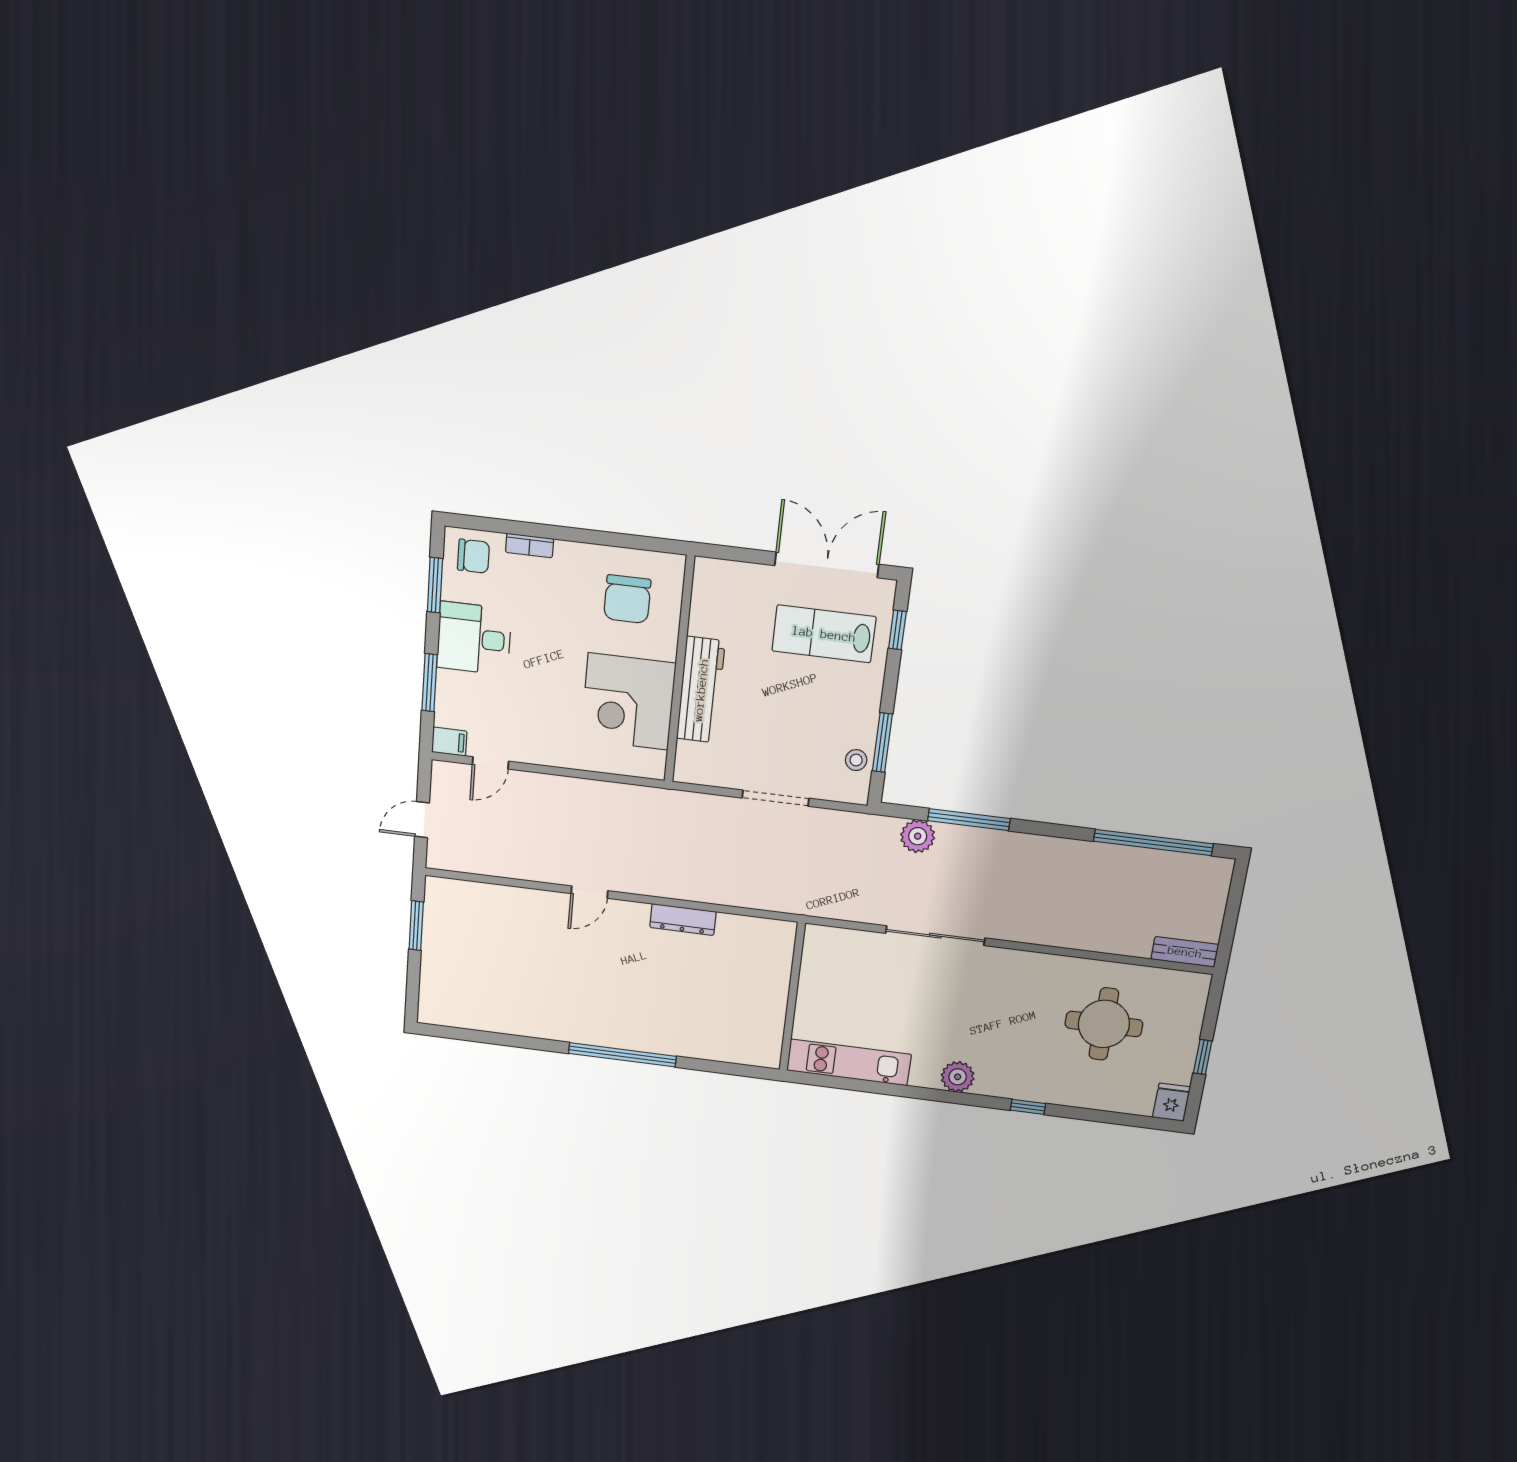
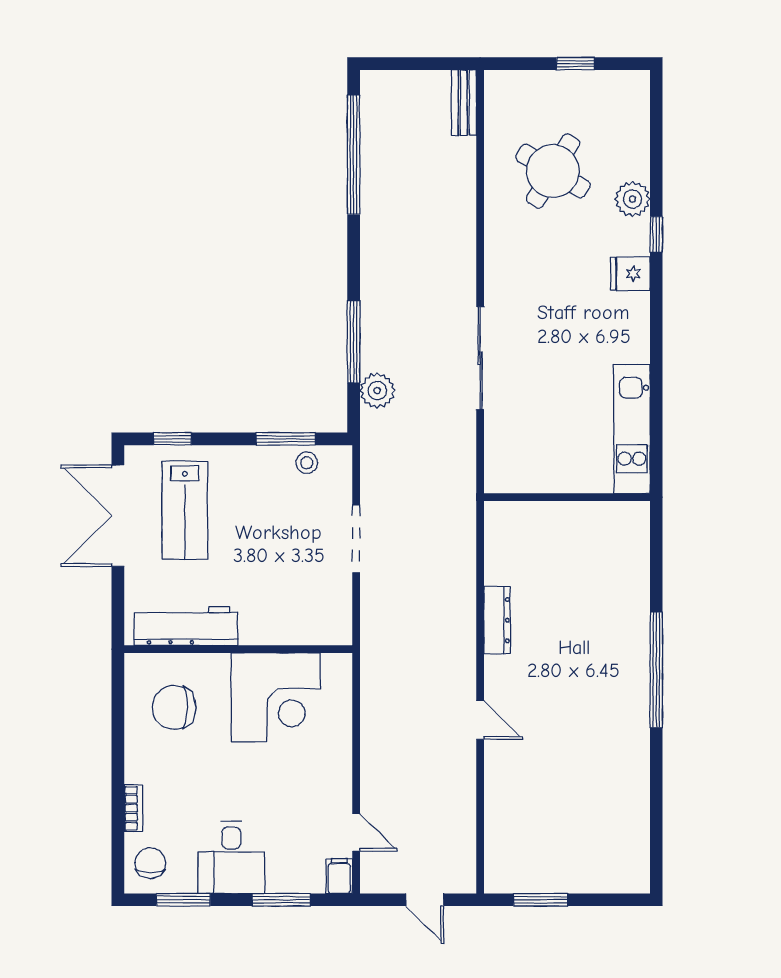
chair: (627, 599) -> (174, 707), turned 180
workbench: (701, 690) -> (186, 626), moved
round table: (1104, 1024) -> (553, 171), turned 31
plant: (958, 1077) -> (632, 199), moved
fridge: (1171, 1102) -> (630, 274), moved

